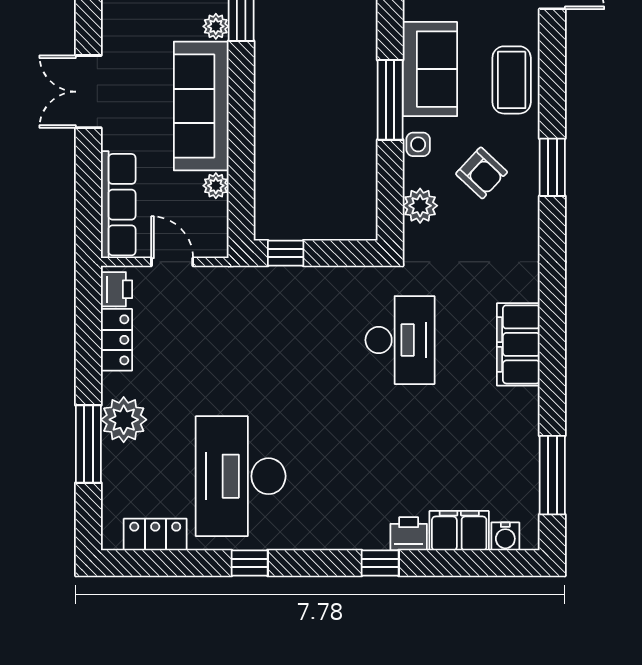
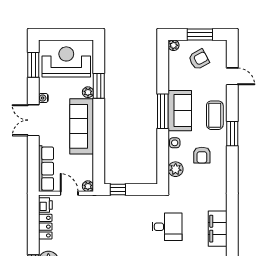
water cooler: (112, 40) -> (43, 98), added
window: (390, 100) -> (163, 111), moved
window: (552, 167) -> (232, 134), moved
armchair: (482, 173) -> (202, 155), turned 47
plant: (216, 186) -> (88, 186), moved
desk: (400, 340) -> (167, 227), width x0.73

